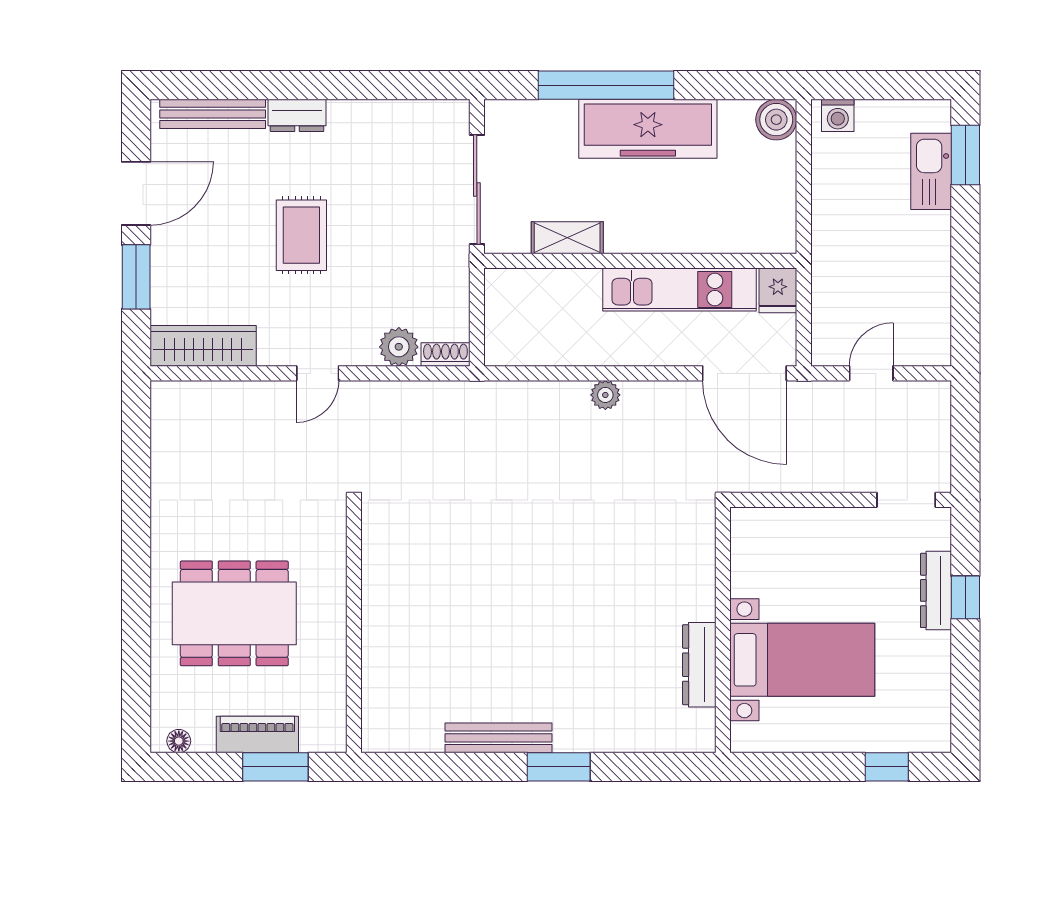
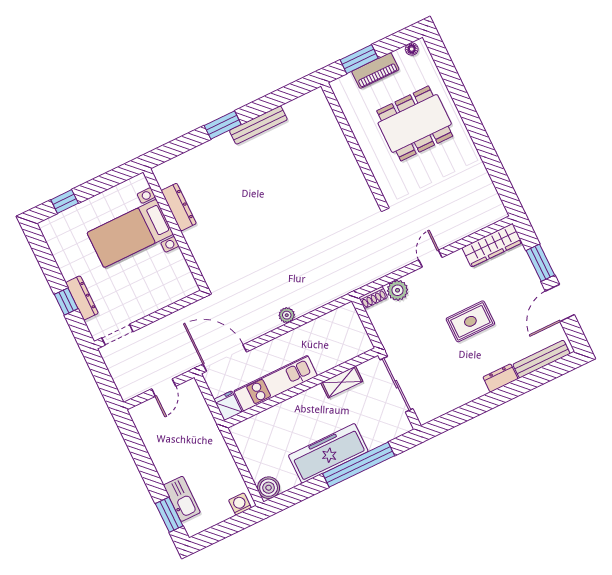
rug: (301, 235) -> (470, 321), turned 90

